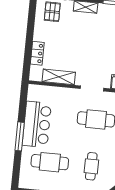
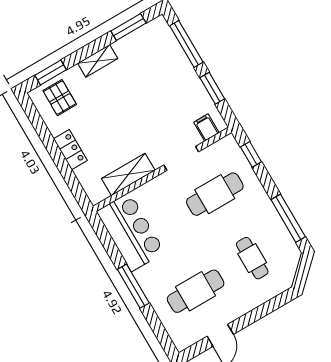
locker: (37, 53) -> (70, 150), moved
bar counter: (37, 124) -> (131, 232), moved

